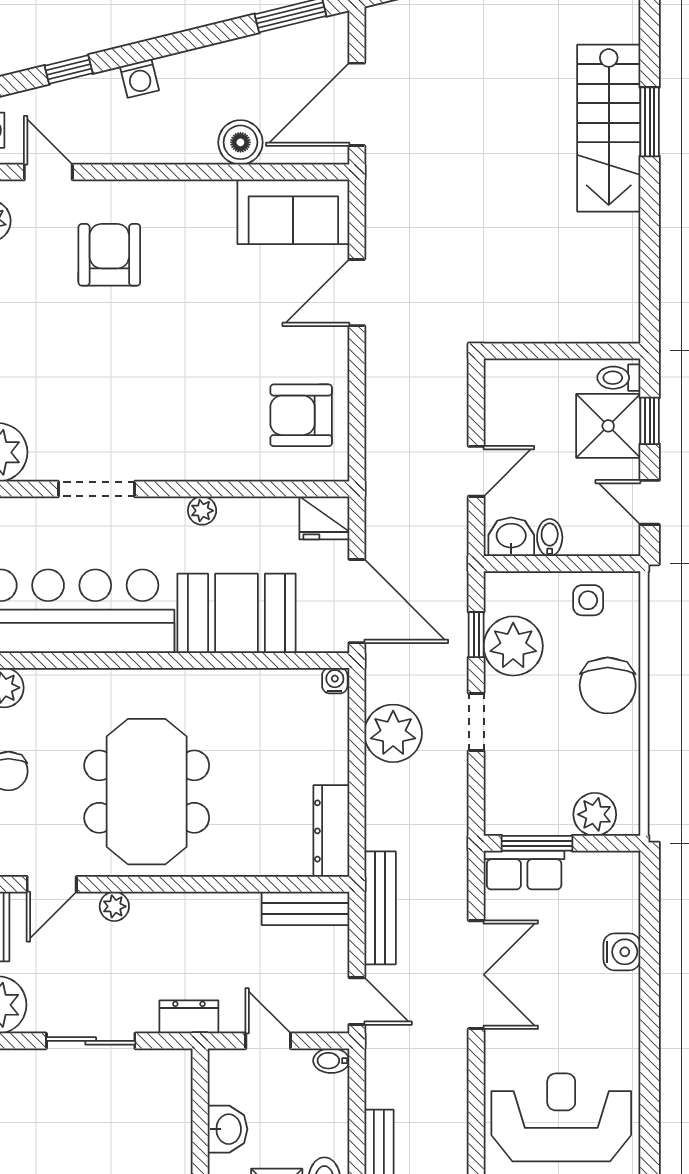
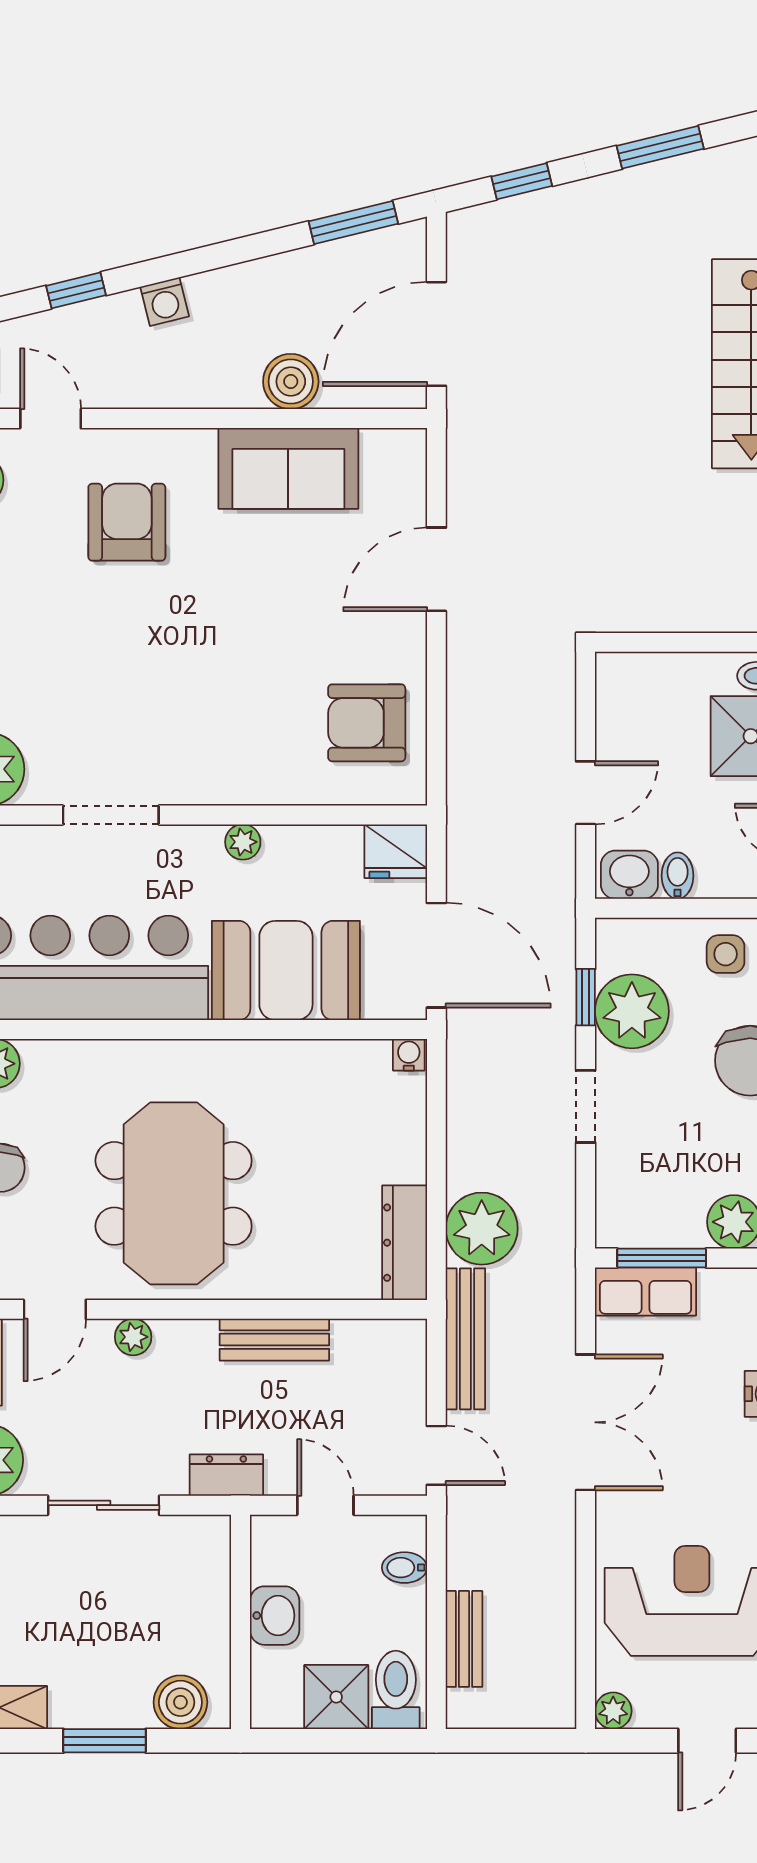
sofa: (293, 212) -> (288, 468), moved
plant: (393, 733) -> (482, 1229), moved
bench: (306, 908) -> (274, 1340), moved
bidet: (331, 1061) -> (404, 1568), moved

